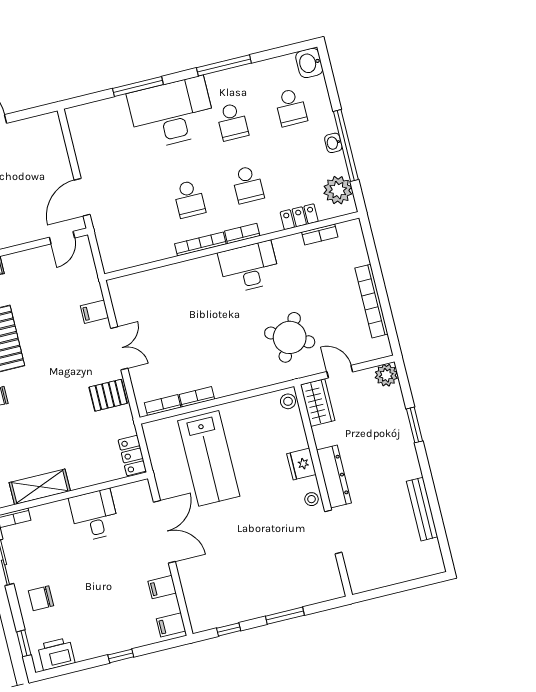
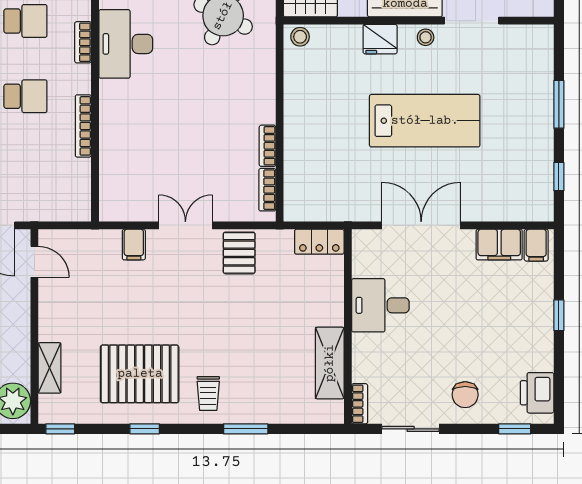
bookcase: (200, 244) -> (83, 126), moved
lab bench: (209, 458) -> (425, 121), moved
filing cabinet: (162, 587) -> (499, 245), width x2.00

